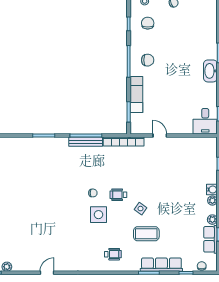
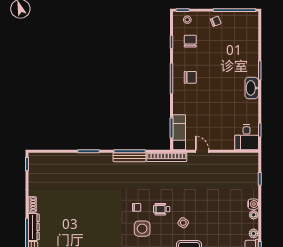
exam couch: (136, 94) -> (179, 132), moved

